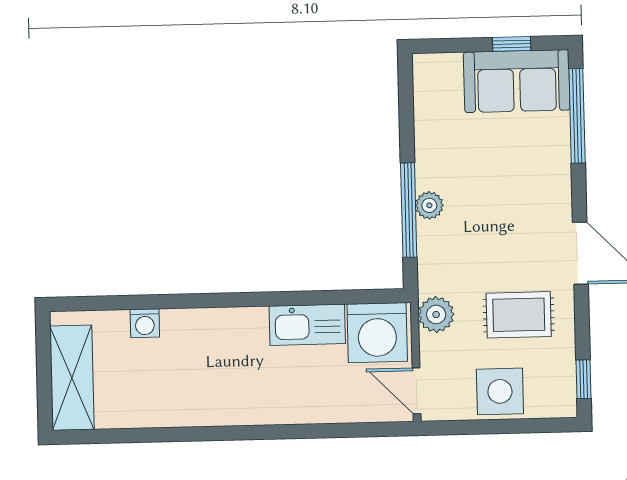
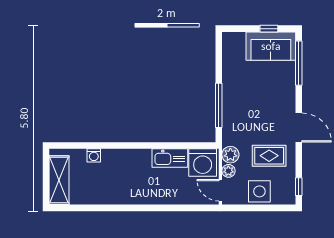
plant: (429, 205) -> (228, 171), moved

